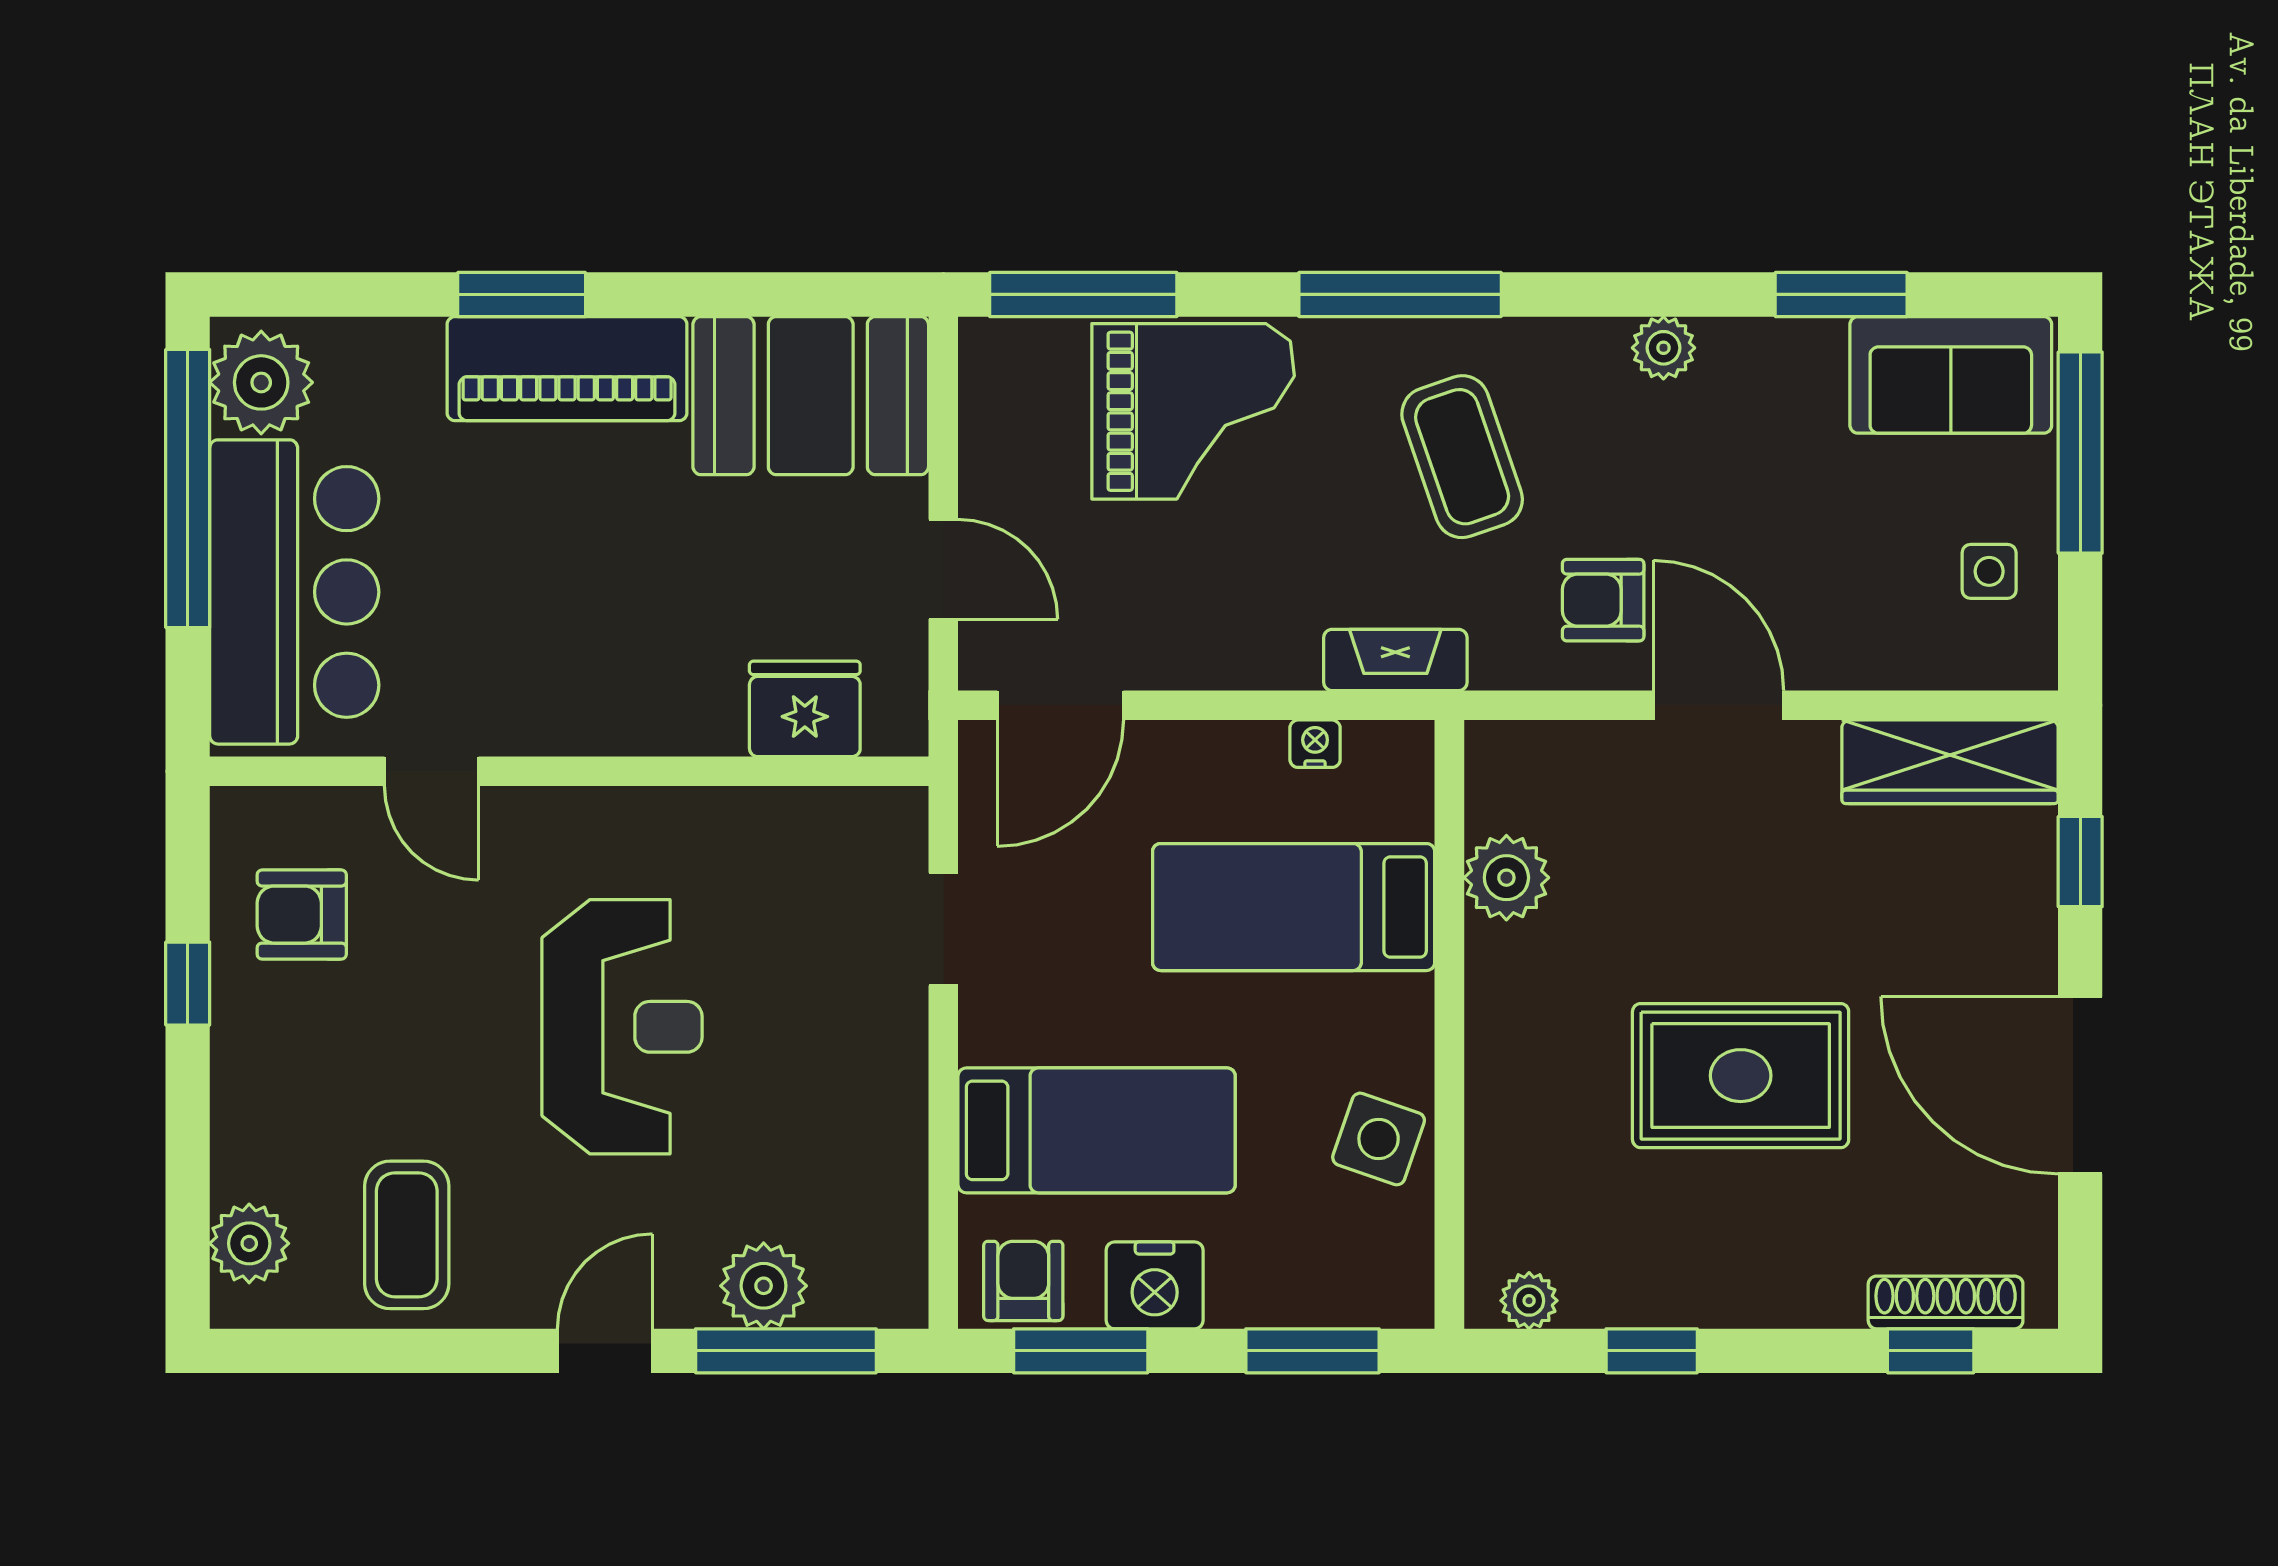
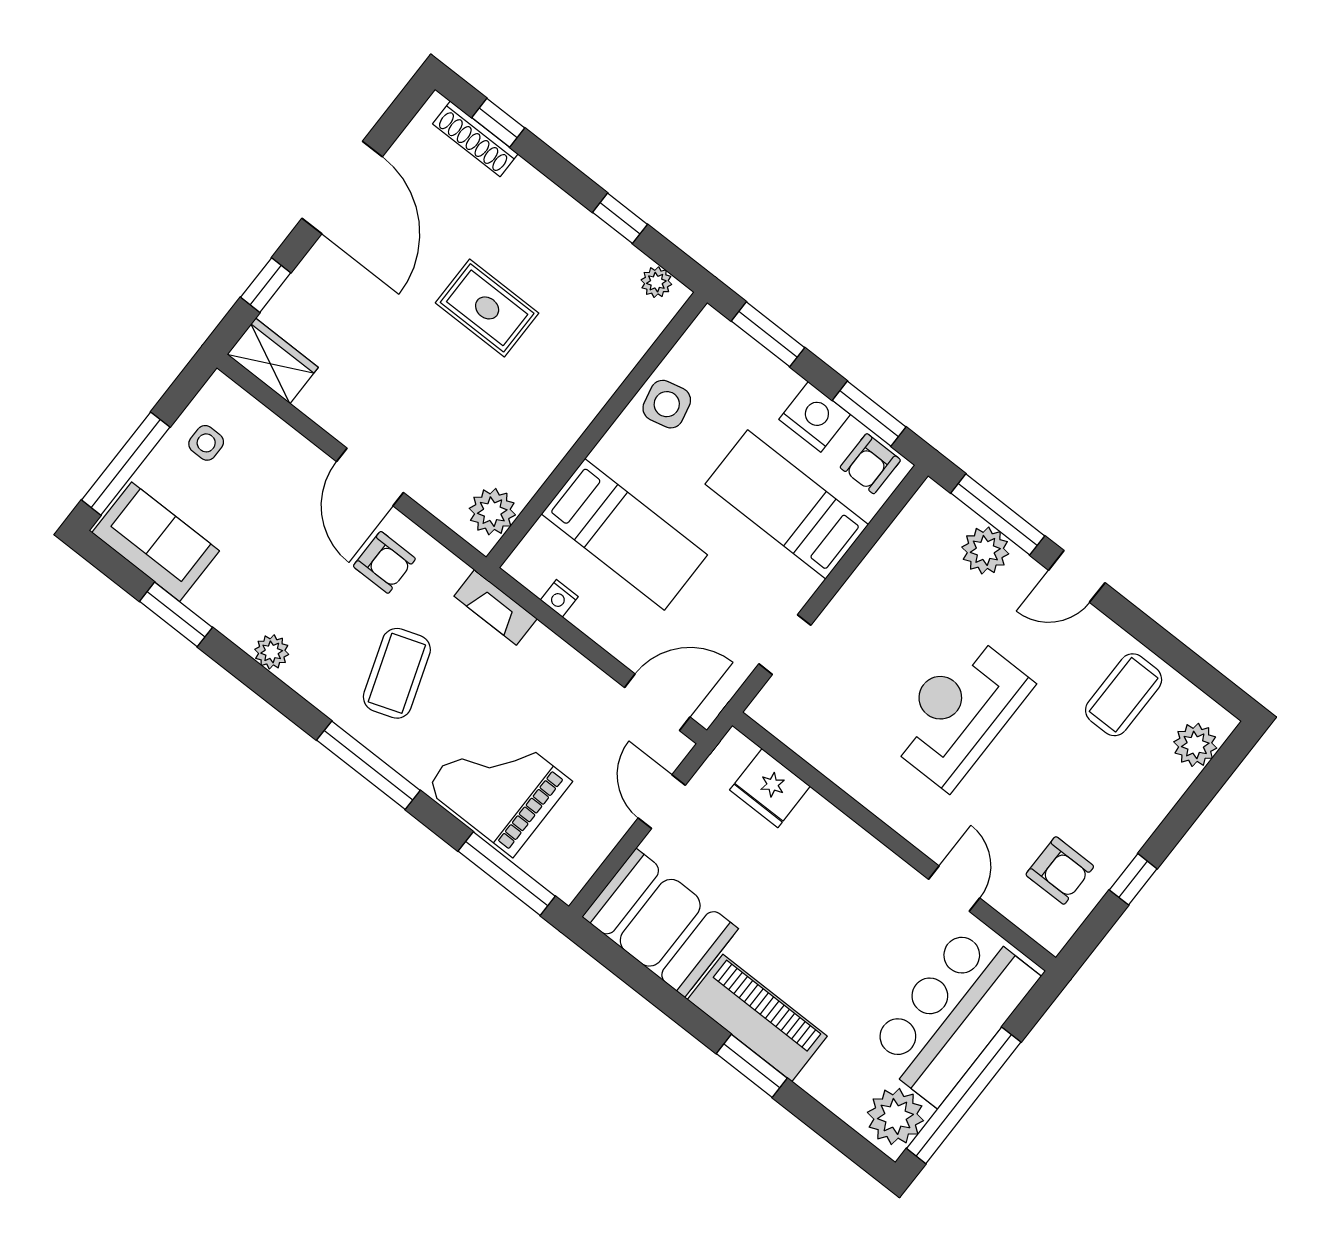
wardrobe: (1950, 762) -> (273, 361), width x0.67
plant: (1506, 878) -> (492, 512), moved
rug: (1741, 1076) -> (487, 308), width x0.73, depth x0.70
side table: (1379, 1139) -> (667, 404), turned -32

